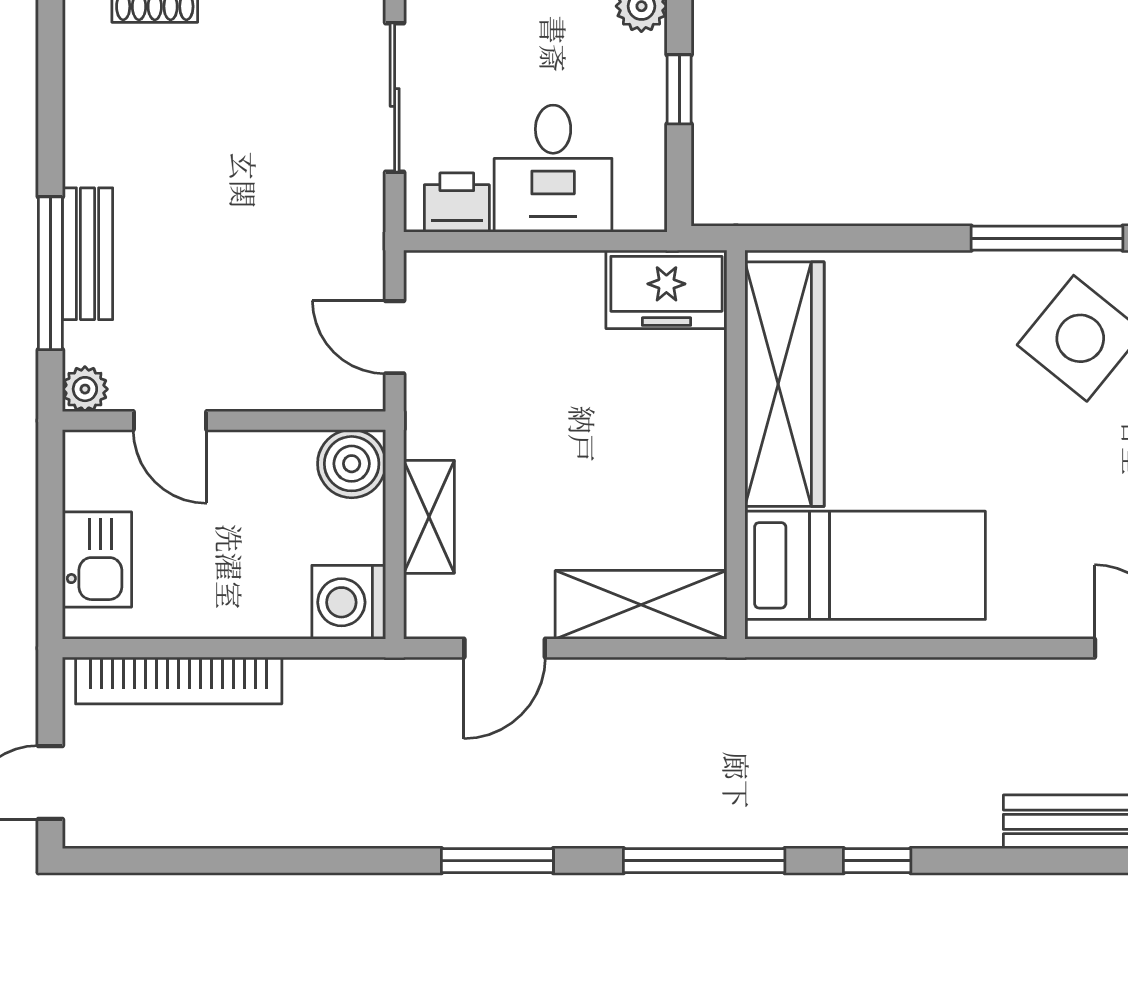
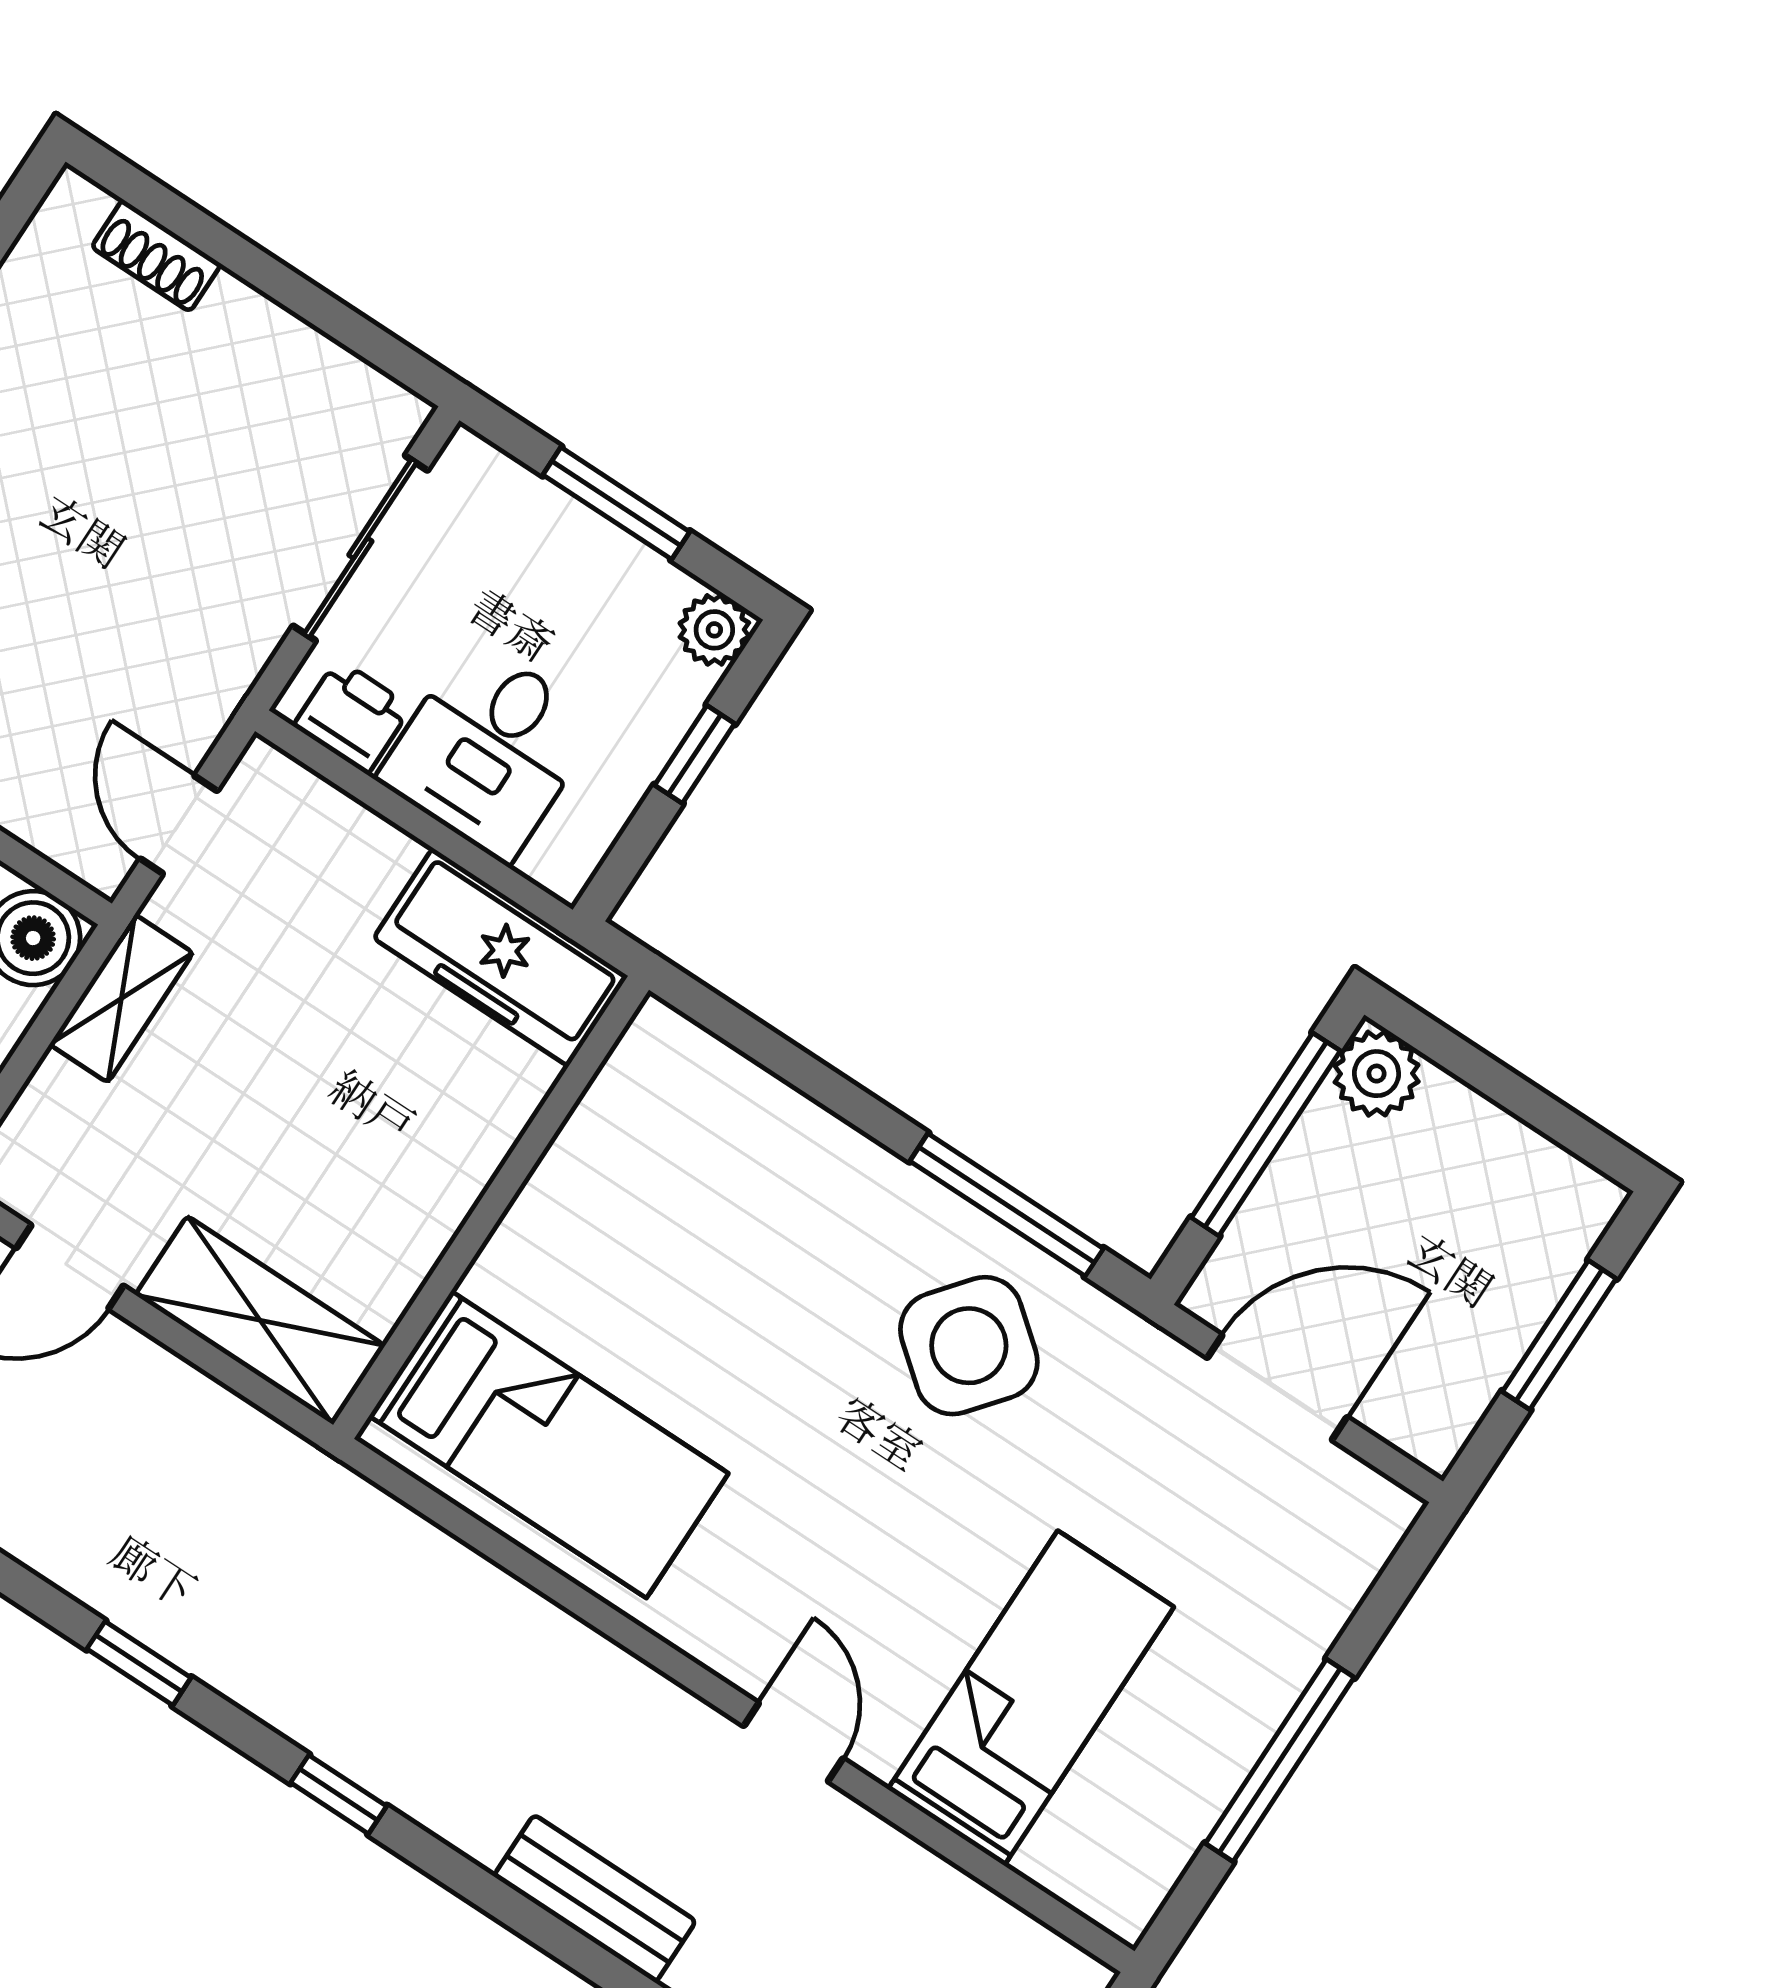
freezer: (666, 289) -> (501, 957), width x1.40
wardrobe: (785, 384) -> (593, 1174), removed
shelving: (429, 517) -> (121, 999), moved
window: (704, 861) -> (139, 1663), width x0.46

